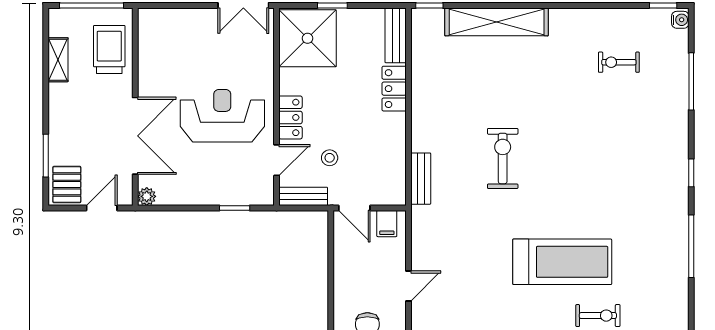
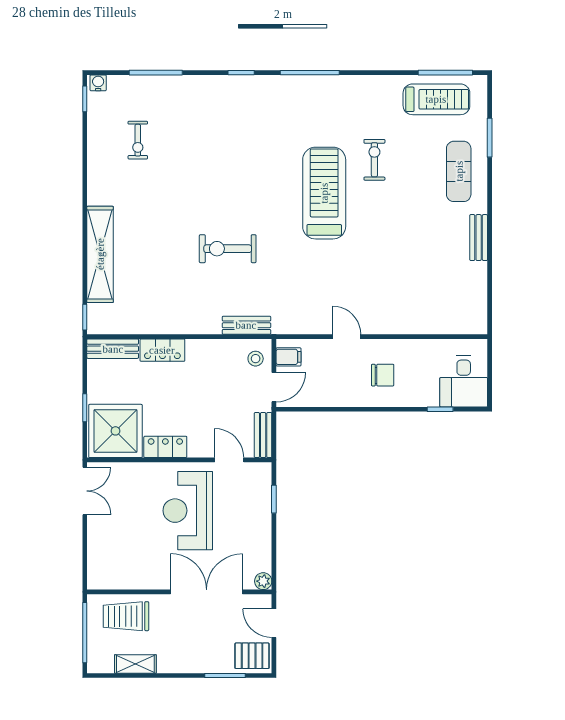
locker: (290, 117) -> (165, 447), moved
stool: (330, 158) -> (256, 359), moved

